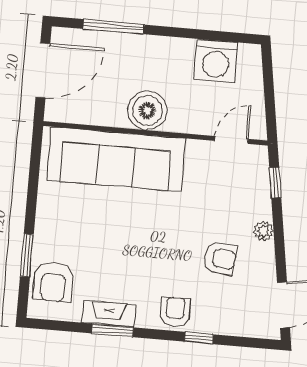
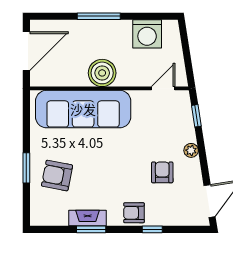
window: (114, 27) -> (99, 16), moved
window: (27, 255) -> (26, 168), moved
armchair: (220, 259) -> (162, 172), turned -95
armchair: (53, 282) -> (57, 176), moved, turned 101
armchair: (175, 312) -> (134, 213), turned -90

